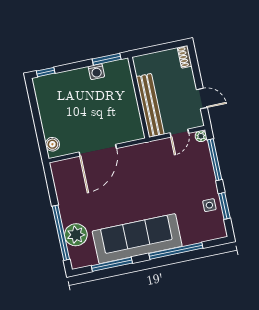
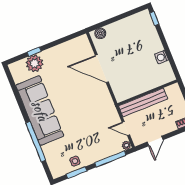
window: (107, 59) -> (172, 63), removed
window: (61, 233) -> (34, 52), width x0.32
window: (112, 264) -> (17, 95), removed

